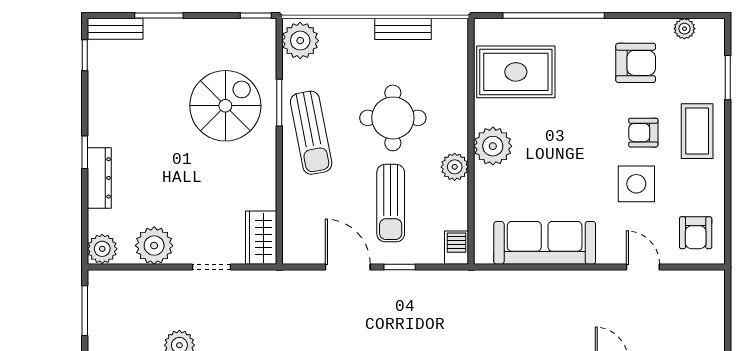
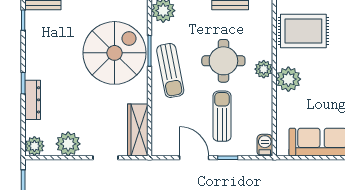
spiral stairs: (225, 106) -> (114, 53), width x1.37, depth x1.37
plant: (455, 167) -> (264, 69), moved
sun lounger: (391, 203) -> (222, 116), turned 180
wardrobe: (261, 238) -> (138, 130), width x1.50

